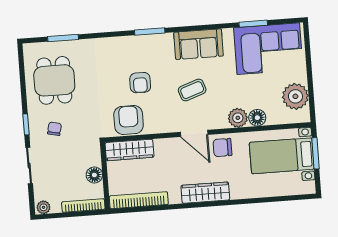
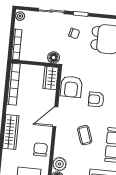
armchair: (129, 120) -> (71, 87), turned 90
door: (194, 133) -> (55, 117), moved
wardrobe: (129, 150) -> (51, 78), width x0.67
floor lamp: (94, 175) -> (54, 57), moved

